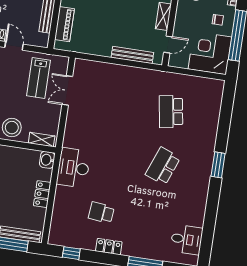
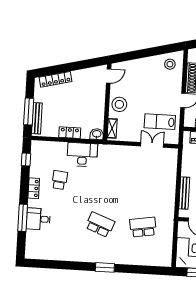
desk: (73, 168) -> (82, 155), moved
desk: (187, 240) -> (38, 219), moved, turned 90

